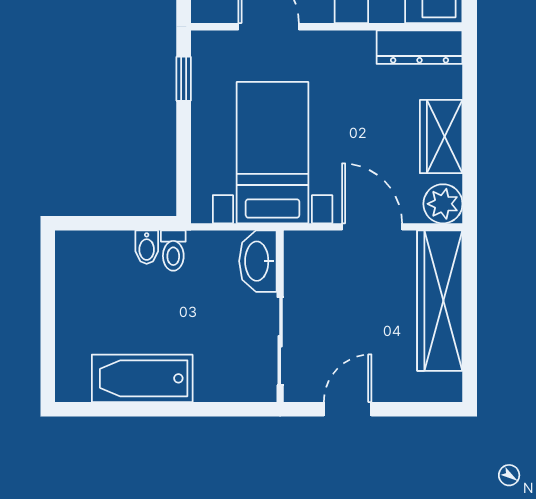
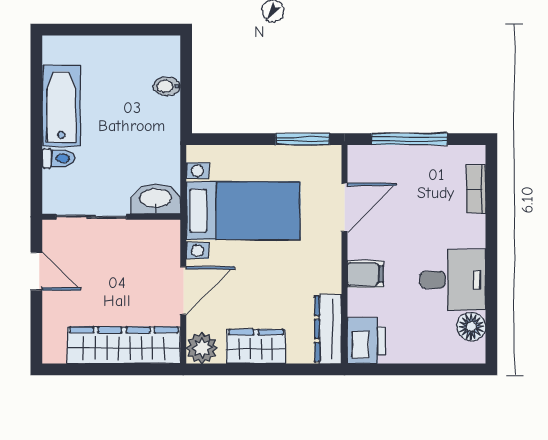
window: (184, 79) -> (303, 139), width x1.50
bidet: (147, 247) -> (167, 86), moved
toilet: (173, 251) -> (58, 158), moved, turned 180

